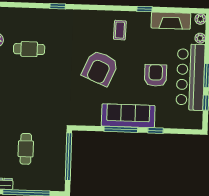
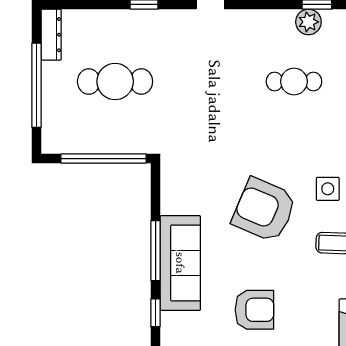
side table: (90, 32) -> (328, 189), added
cafe table: (29, 49) -> (294, 82), turned 90
cafe table: (26, 149) -> (115, 82), width x1.37, depth x1.35

